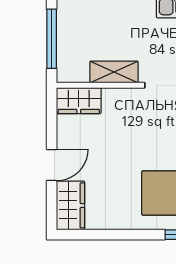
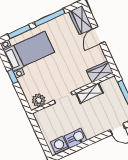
window: (123, 235) -> (50, 18), added

